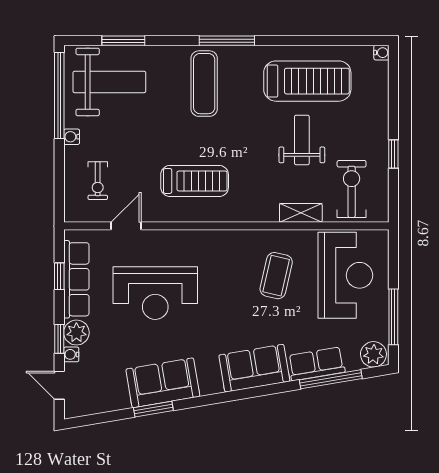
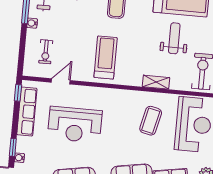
treadmill: (195, 181) -> (106, 58), turned -90
shelving: (301, 213) -> (156, 82), moved
window: (59, 276) -> (18, 93), moved
plant: (76, 333) -> (24, 144), removed

